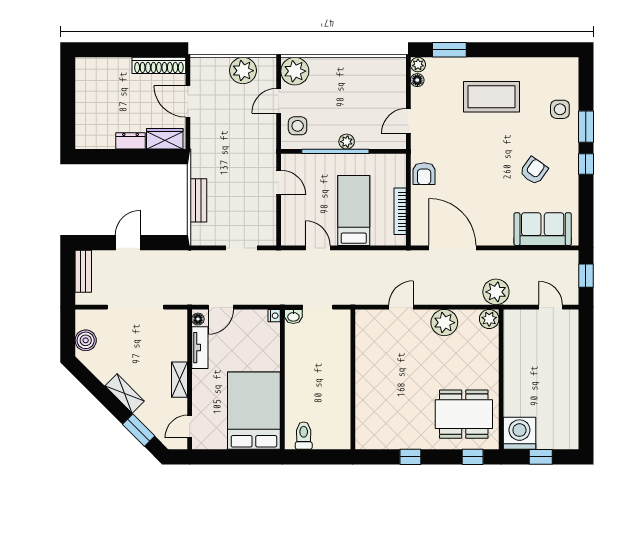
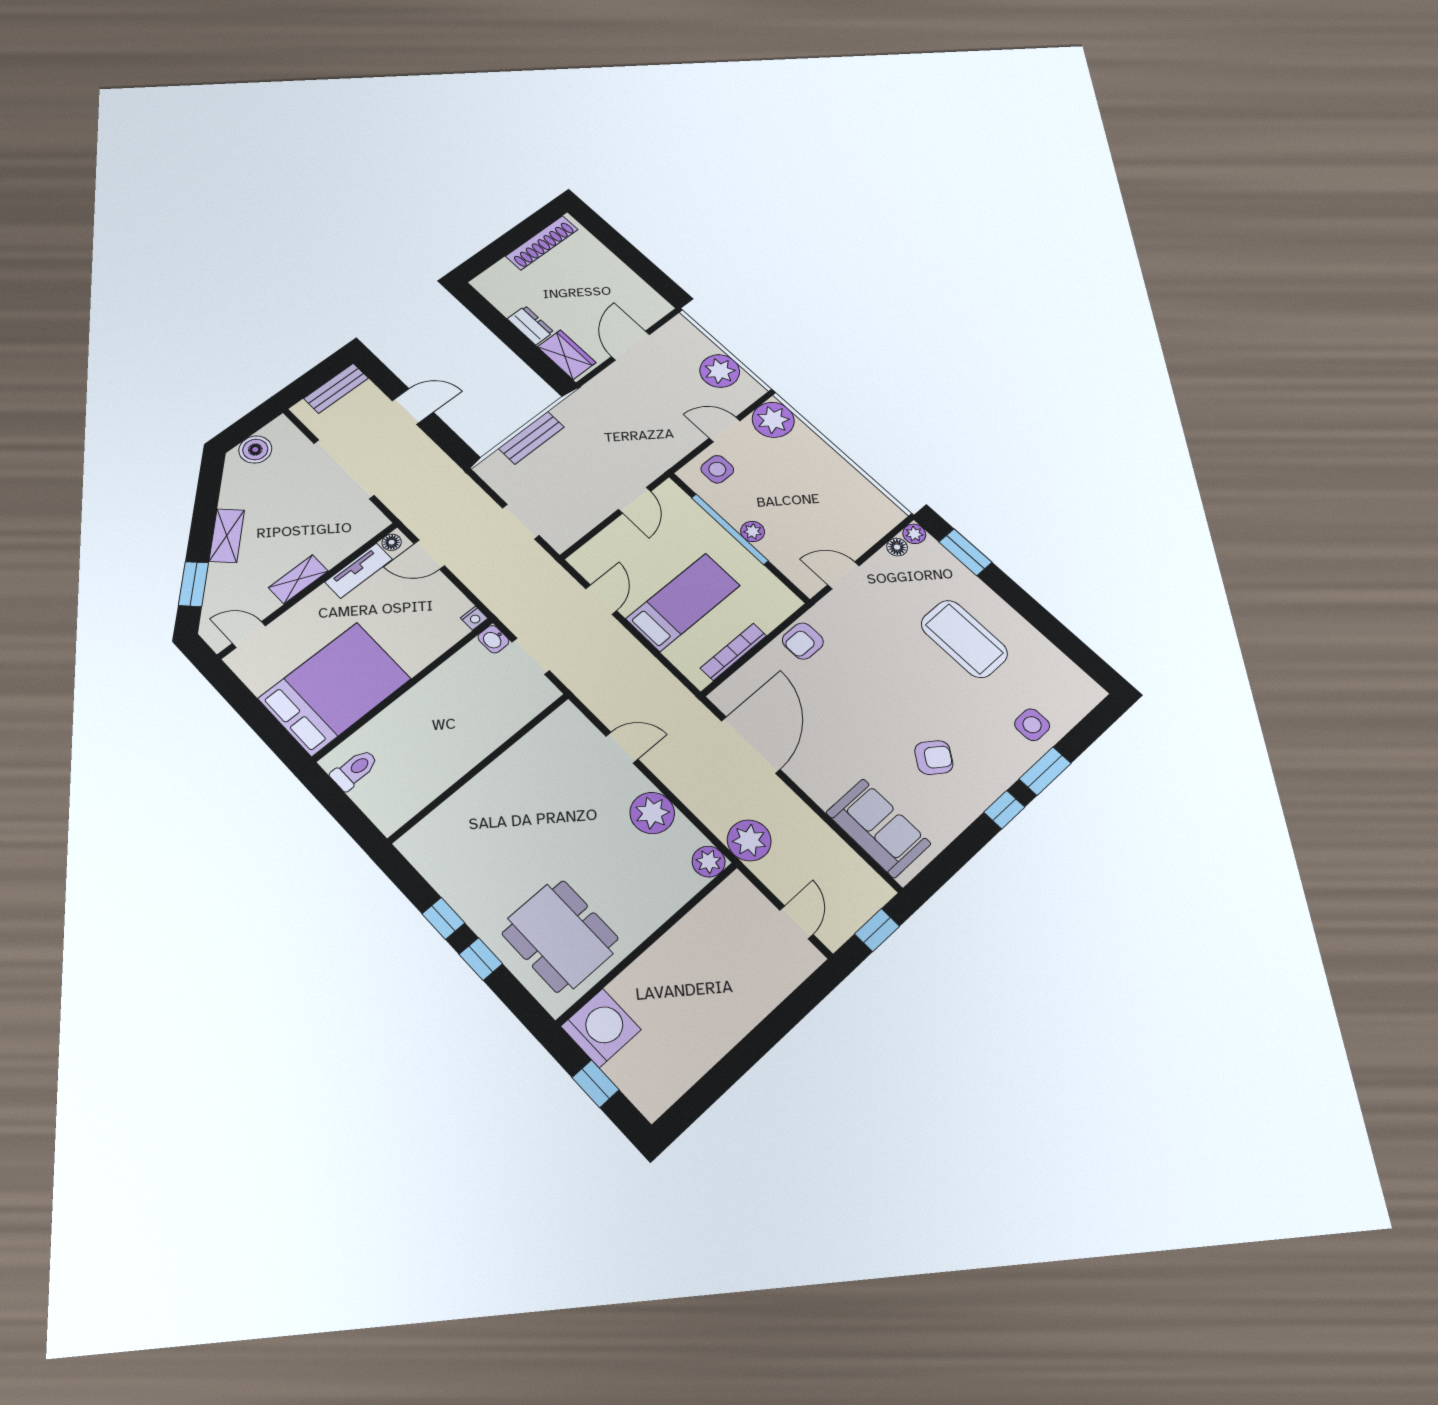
shoe rack: (159, 65) -> (542, 243), moved, turned -90
window: (473, 457) -> (481, 959), moved

